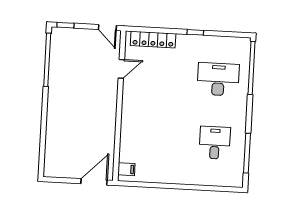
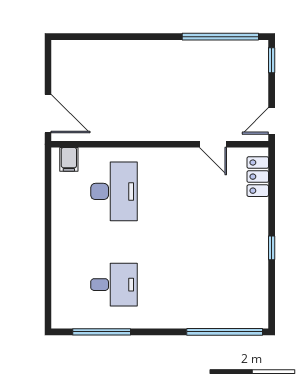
locker: (153, 40) -> (258, 177), width x0.66
desk: (218, 79) -> (114, 191), moved

